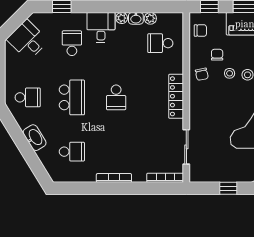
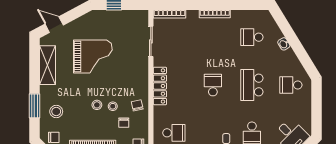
washbasin: (35, 138) -> (284, 44), width x0.52, depth x0.69

